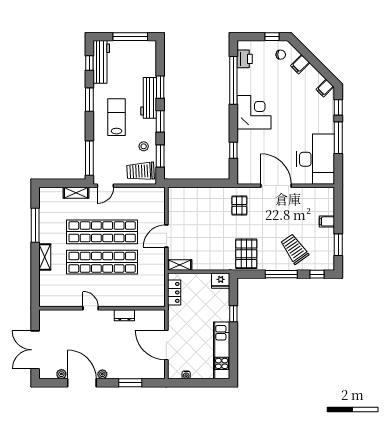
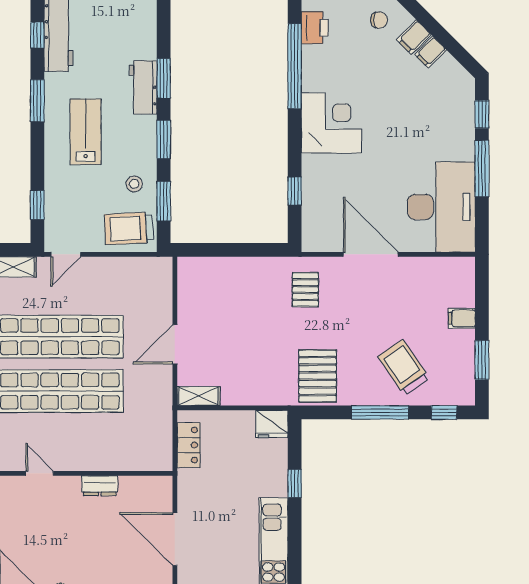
filing cabinet: (325, 88) -> (430, 52), moved
workbench: (149, 98) -> (143, 87), width x0.73
window: (89, 158) -> (37, 205), width x0.46

